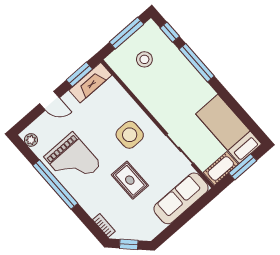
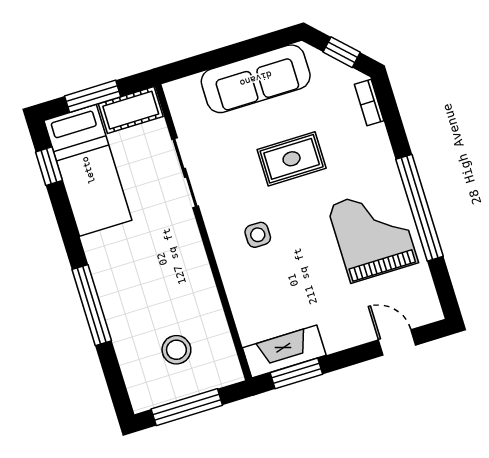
window: (170, 32) -> (49, 166), moved
door: (49, 101) -> (397, 342), moved
side table: (130, 135) -> (258, 235), width x0.54, depth x0.54
plant: (31, 140) -> (427, 300), removed
rug: (130, 180) -> (292, 159), turned 90
sofa: (181, 198) -> (256, 79), moved

